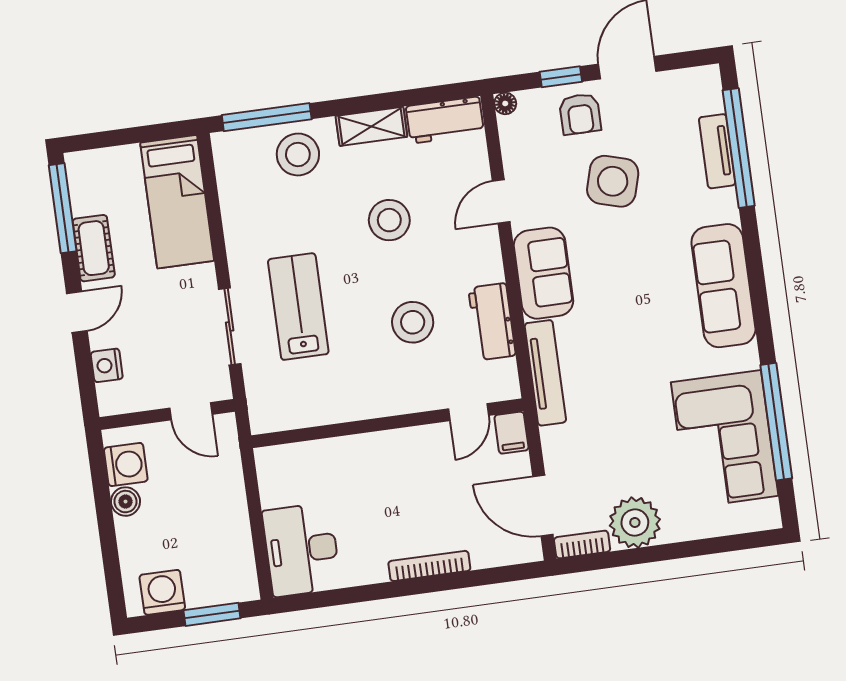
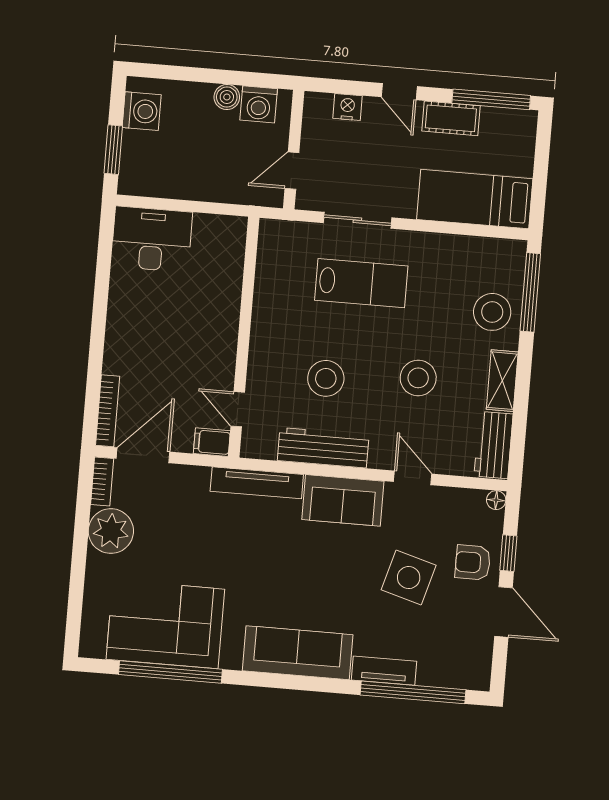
tv unit: (717, 151) -> (384, 671), moved
workbench: (492, 322) -> (323, 448), width x1.38
bookcase: (429, 566) -> (108, 411), moved

